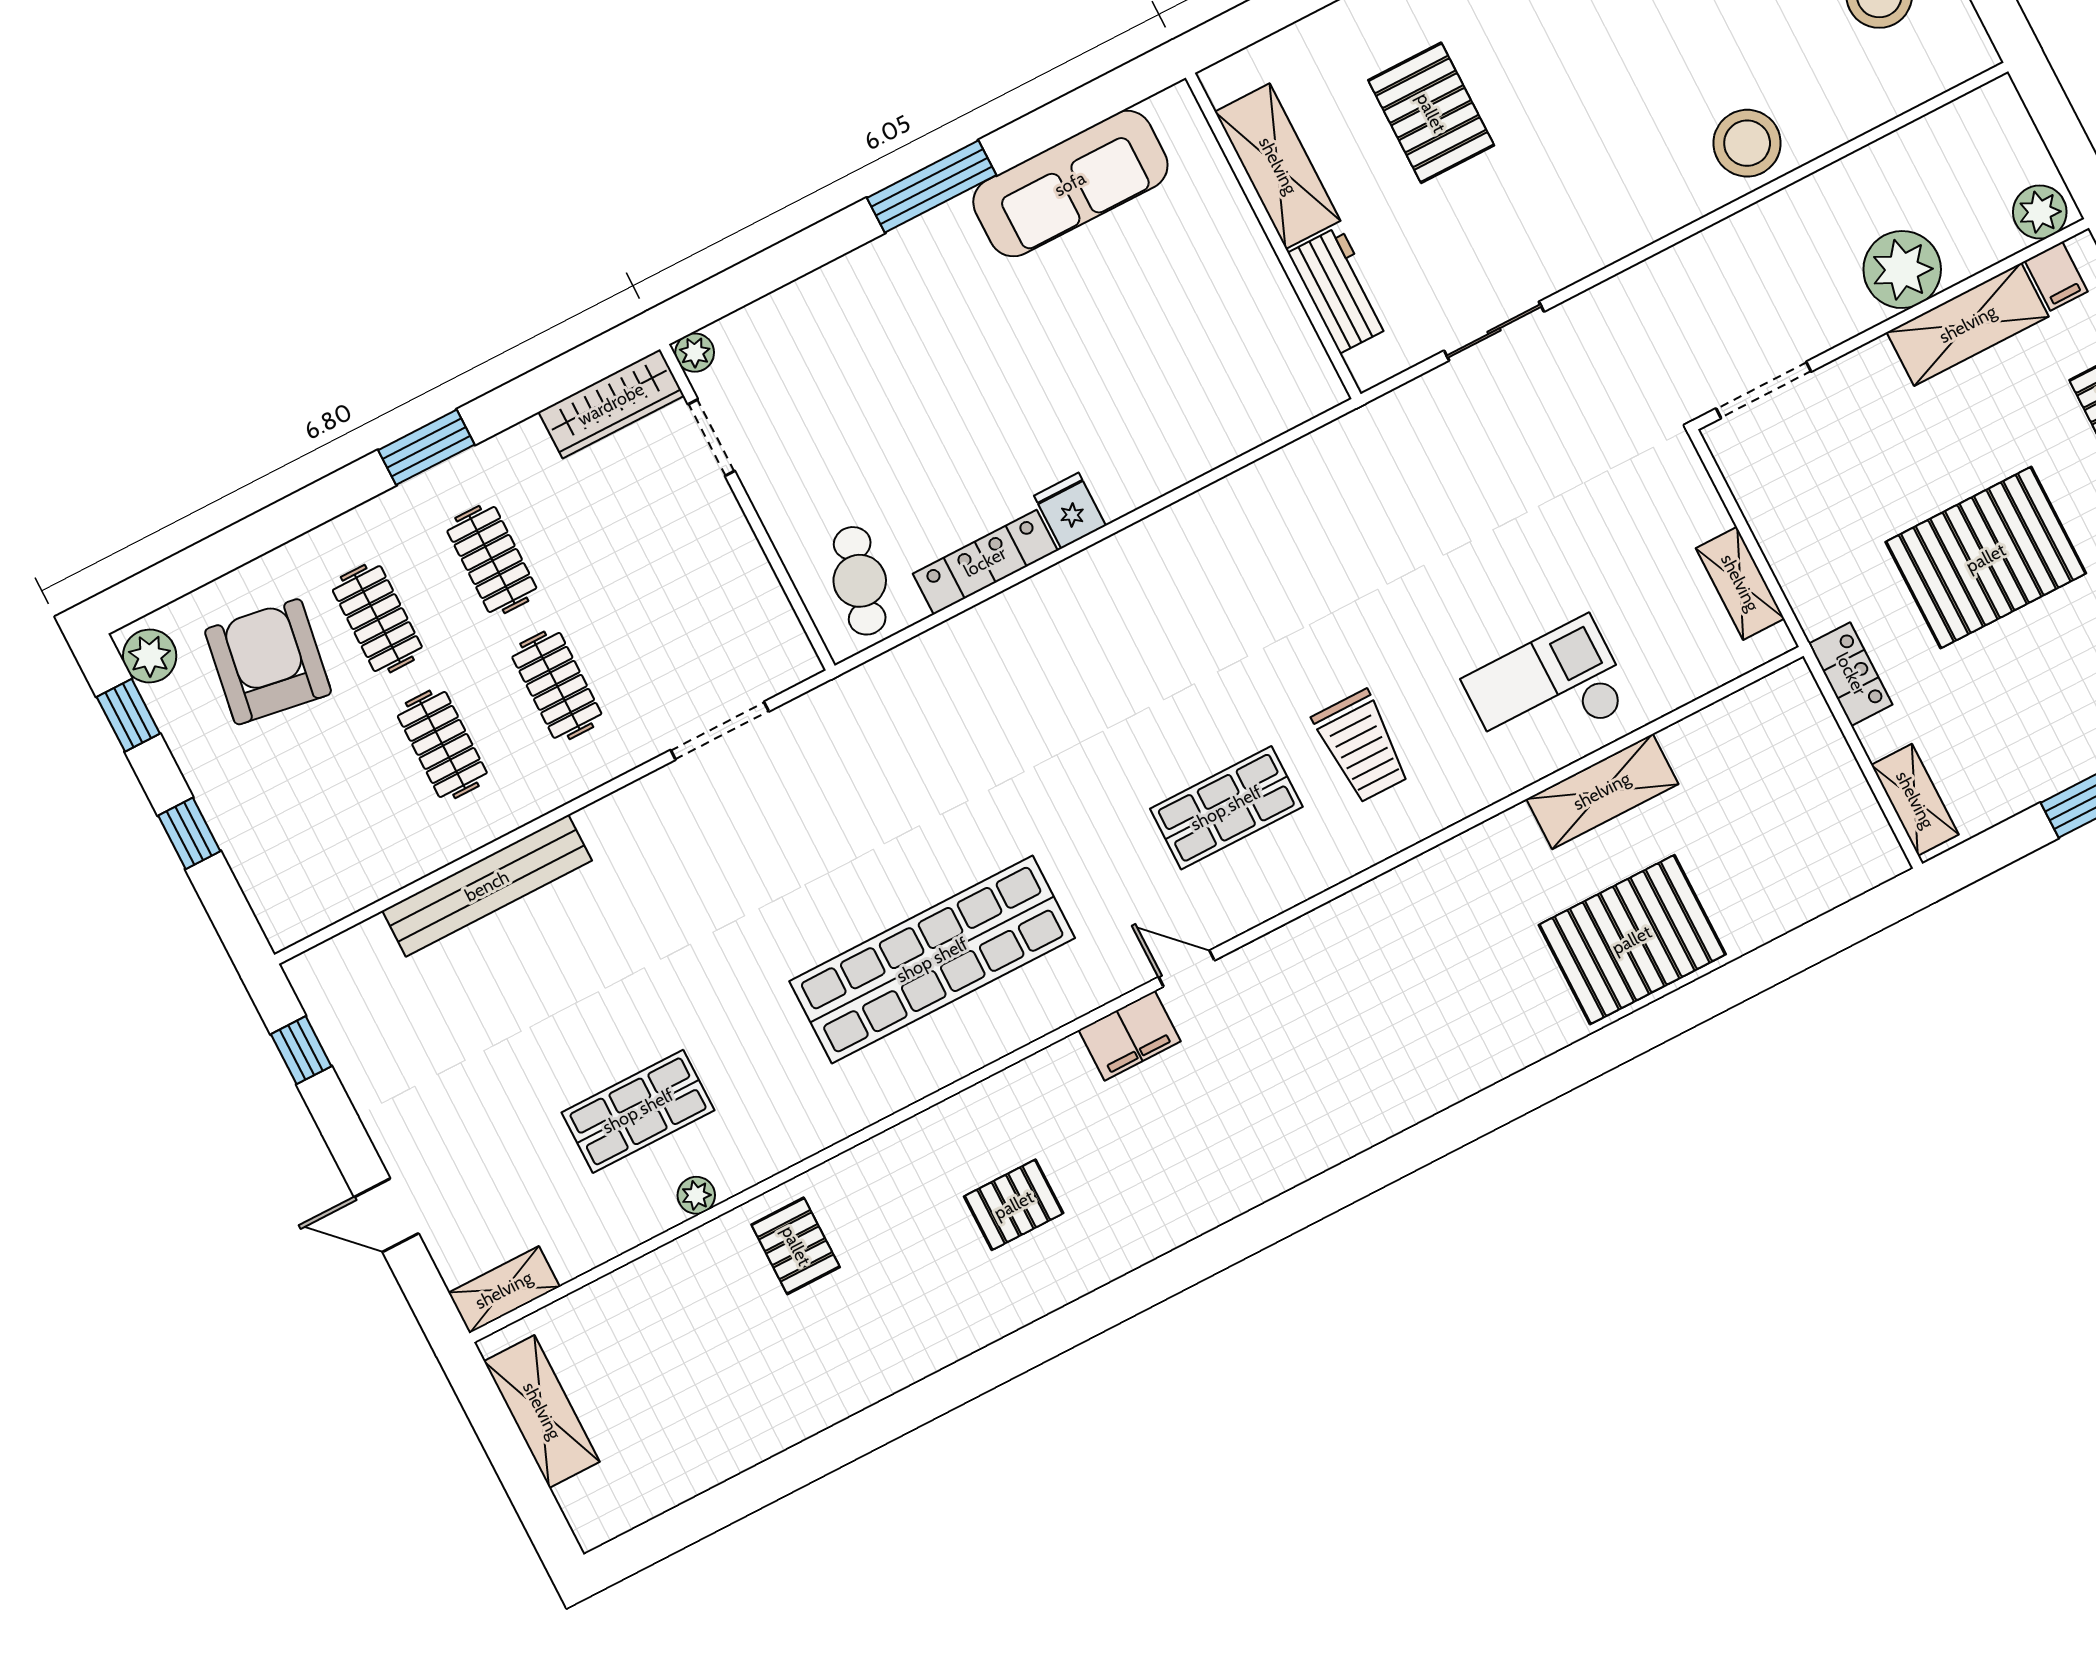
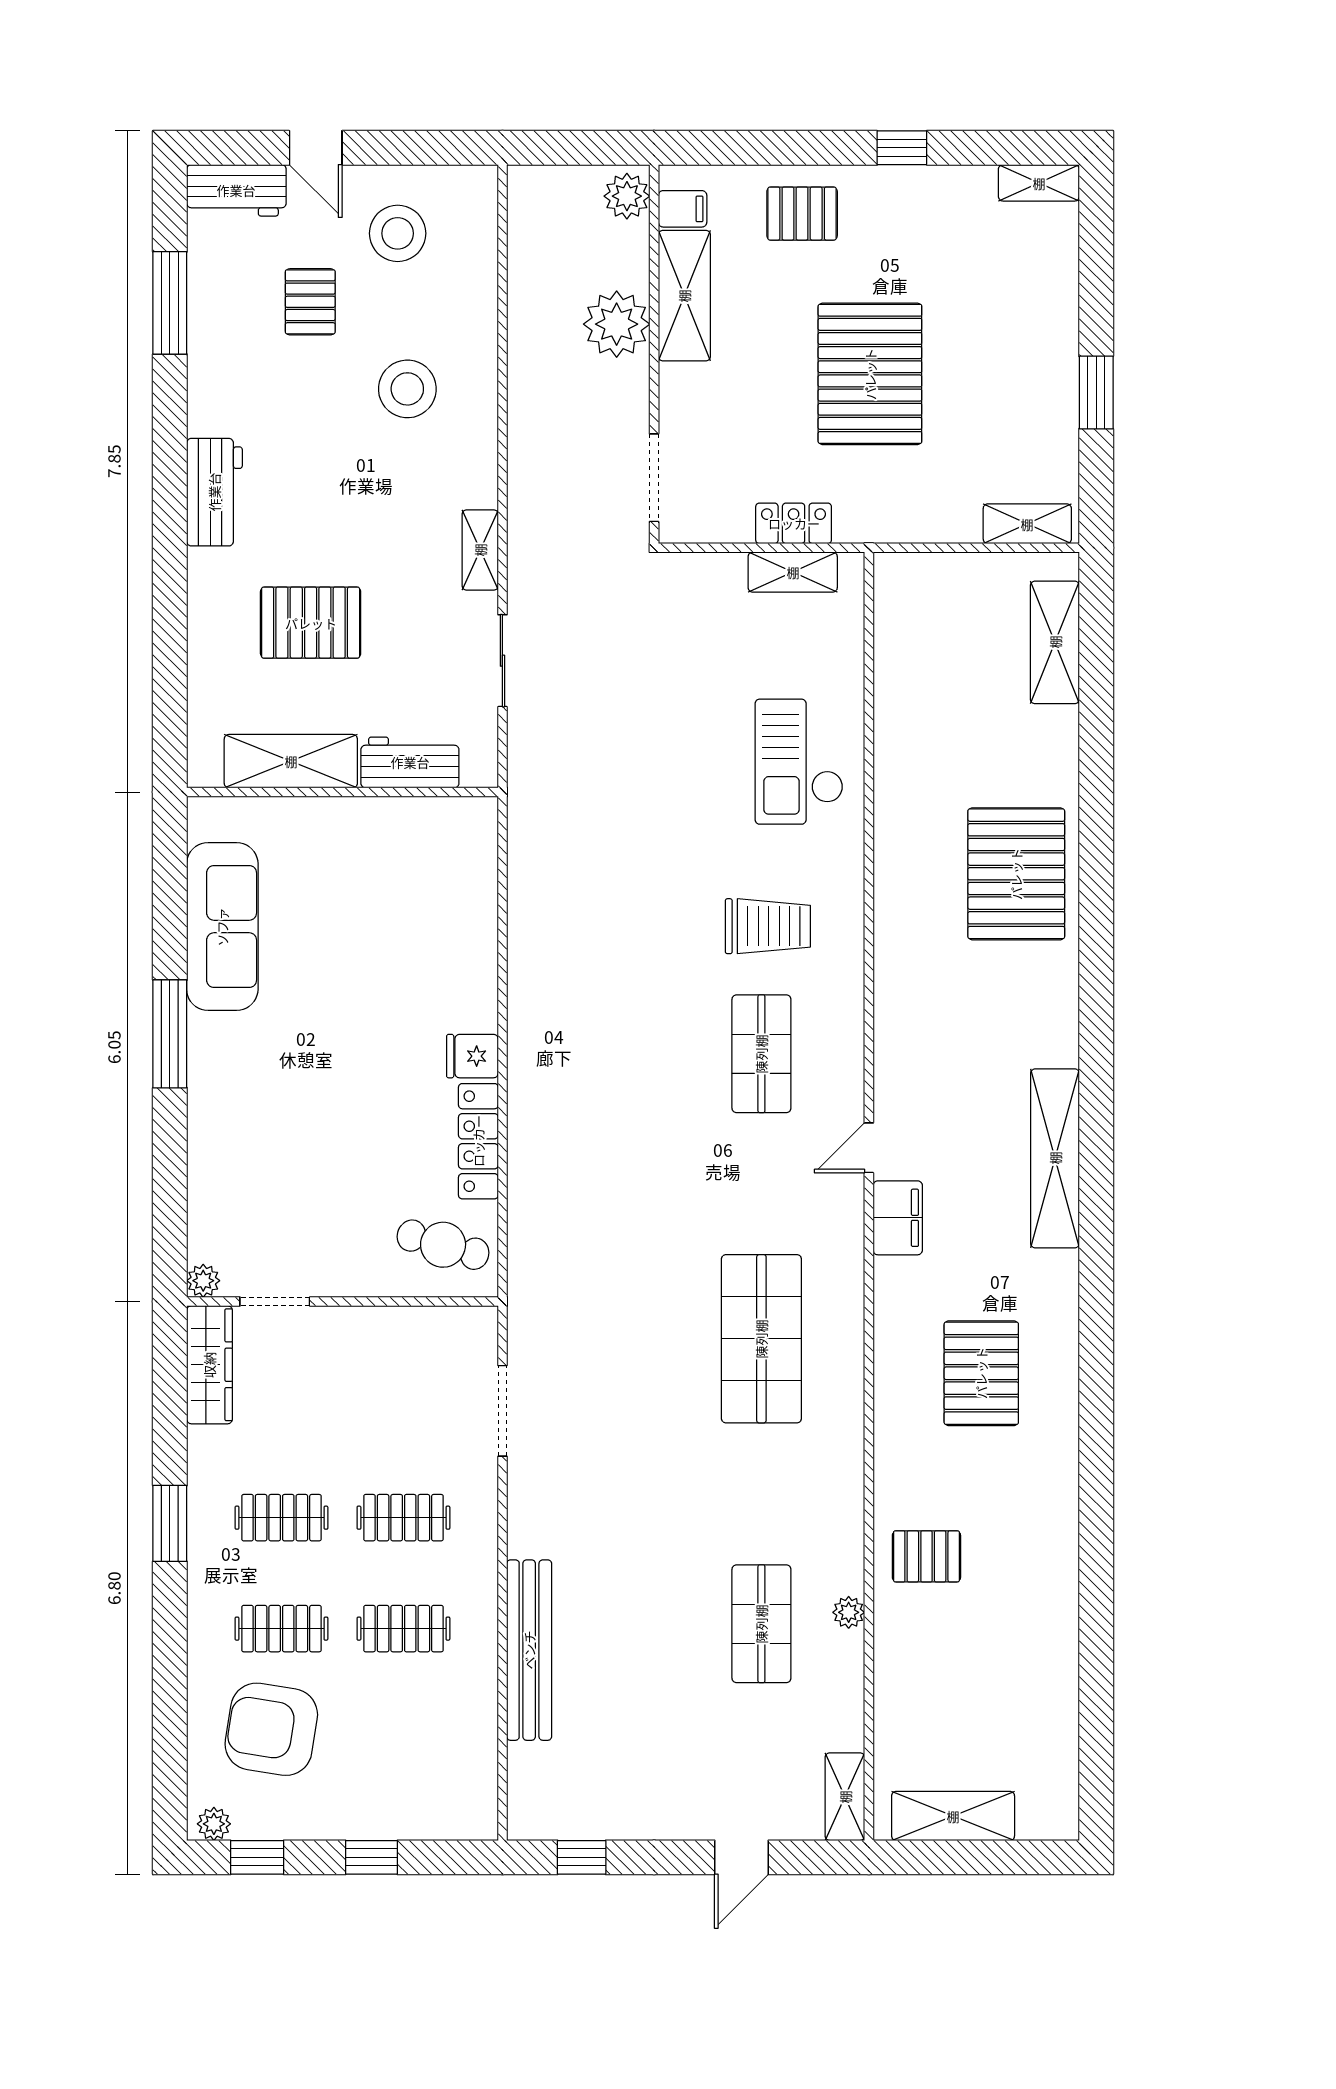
stool: (1747, 143) -> (407, 389), moved
shelving: (1596, 249) -> (480, 550), added
plant: (150, 656) -> (214, 1824), width x0.73, depth x0.73
locker: (1851, 674) -> (794, 523), moved
shelving: (1602, 791) -> (1055, 642), moved
pallet: (1632, 940) -> (1016, 874), moved
shop shelf: (932, 960) -> (761, 1339), width x0.71
shelving: (1275, 1166) -> (1055, 1158), added
pallet: (1014, 1205) -> (981, 1373), width x1.50, depth x1.42

